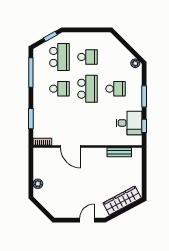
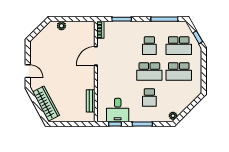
school desk: (87, 57) -> (179, 72), width x1.85

